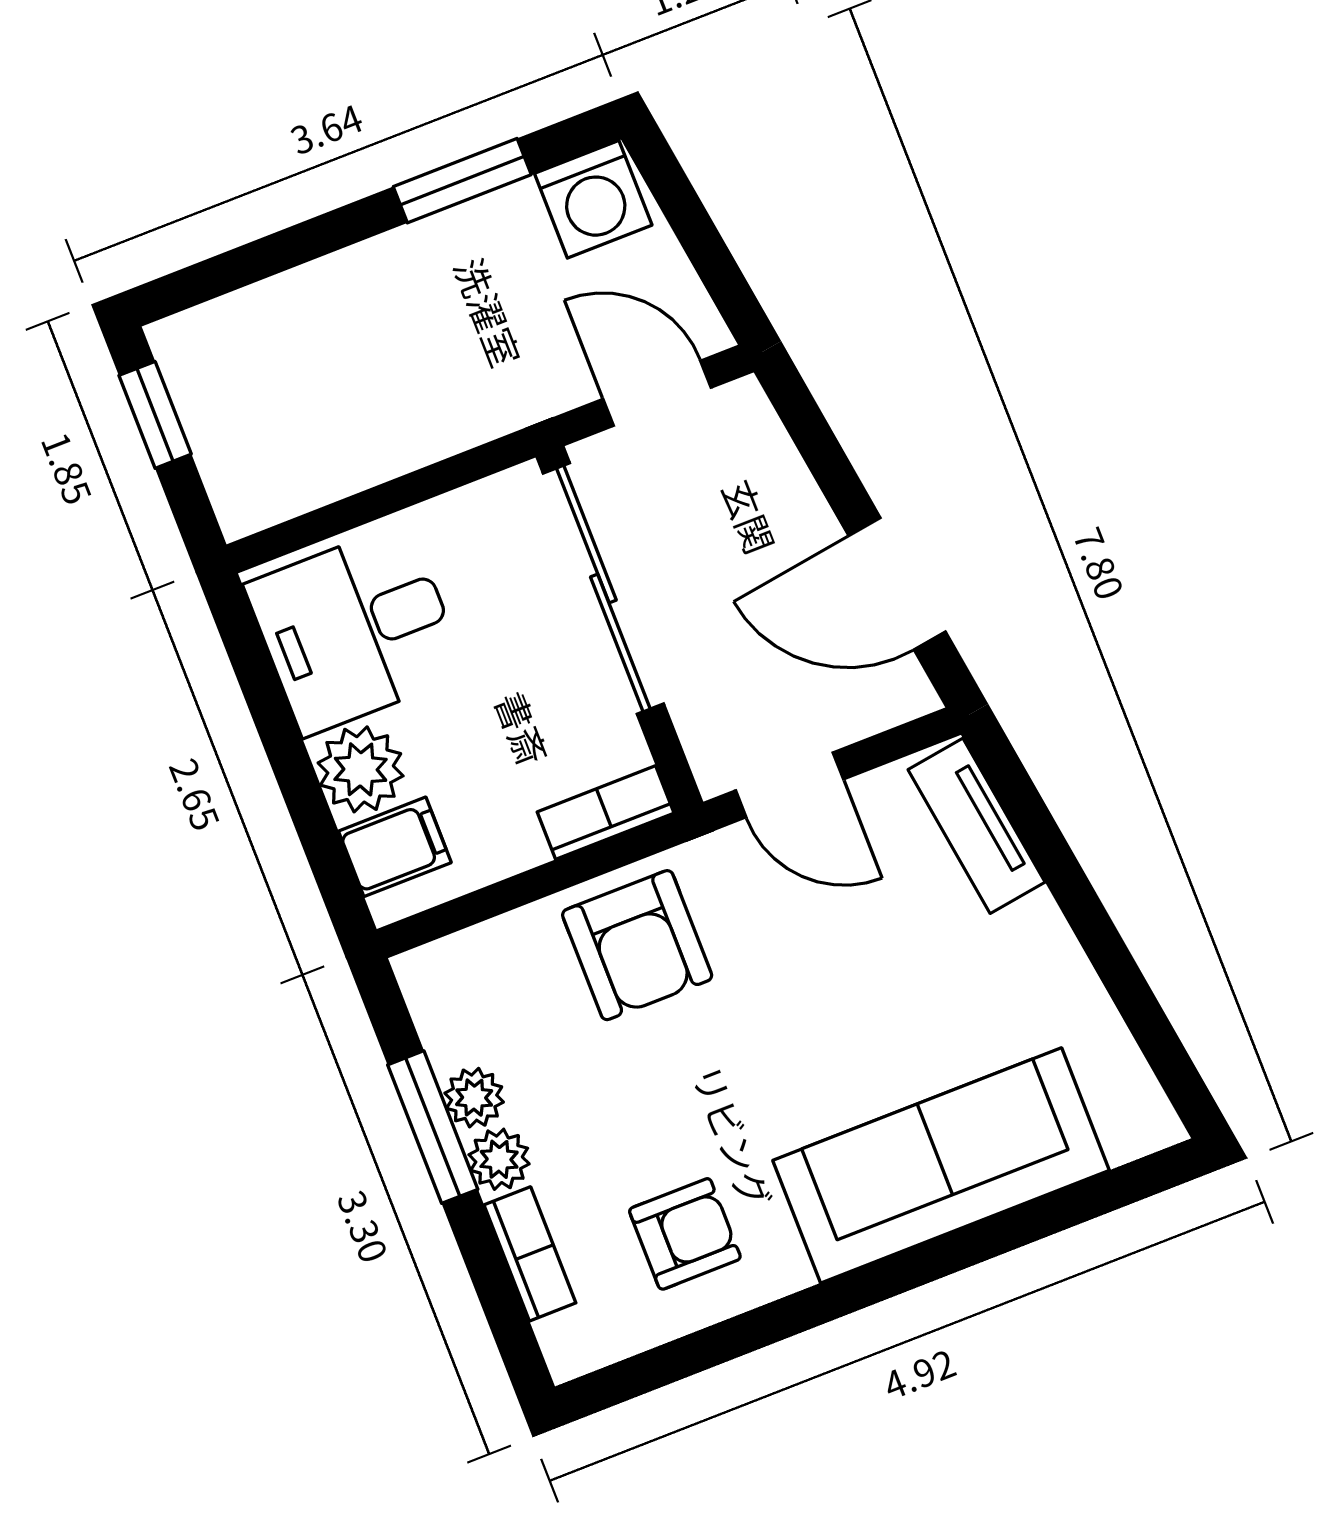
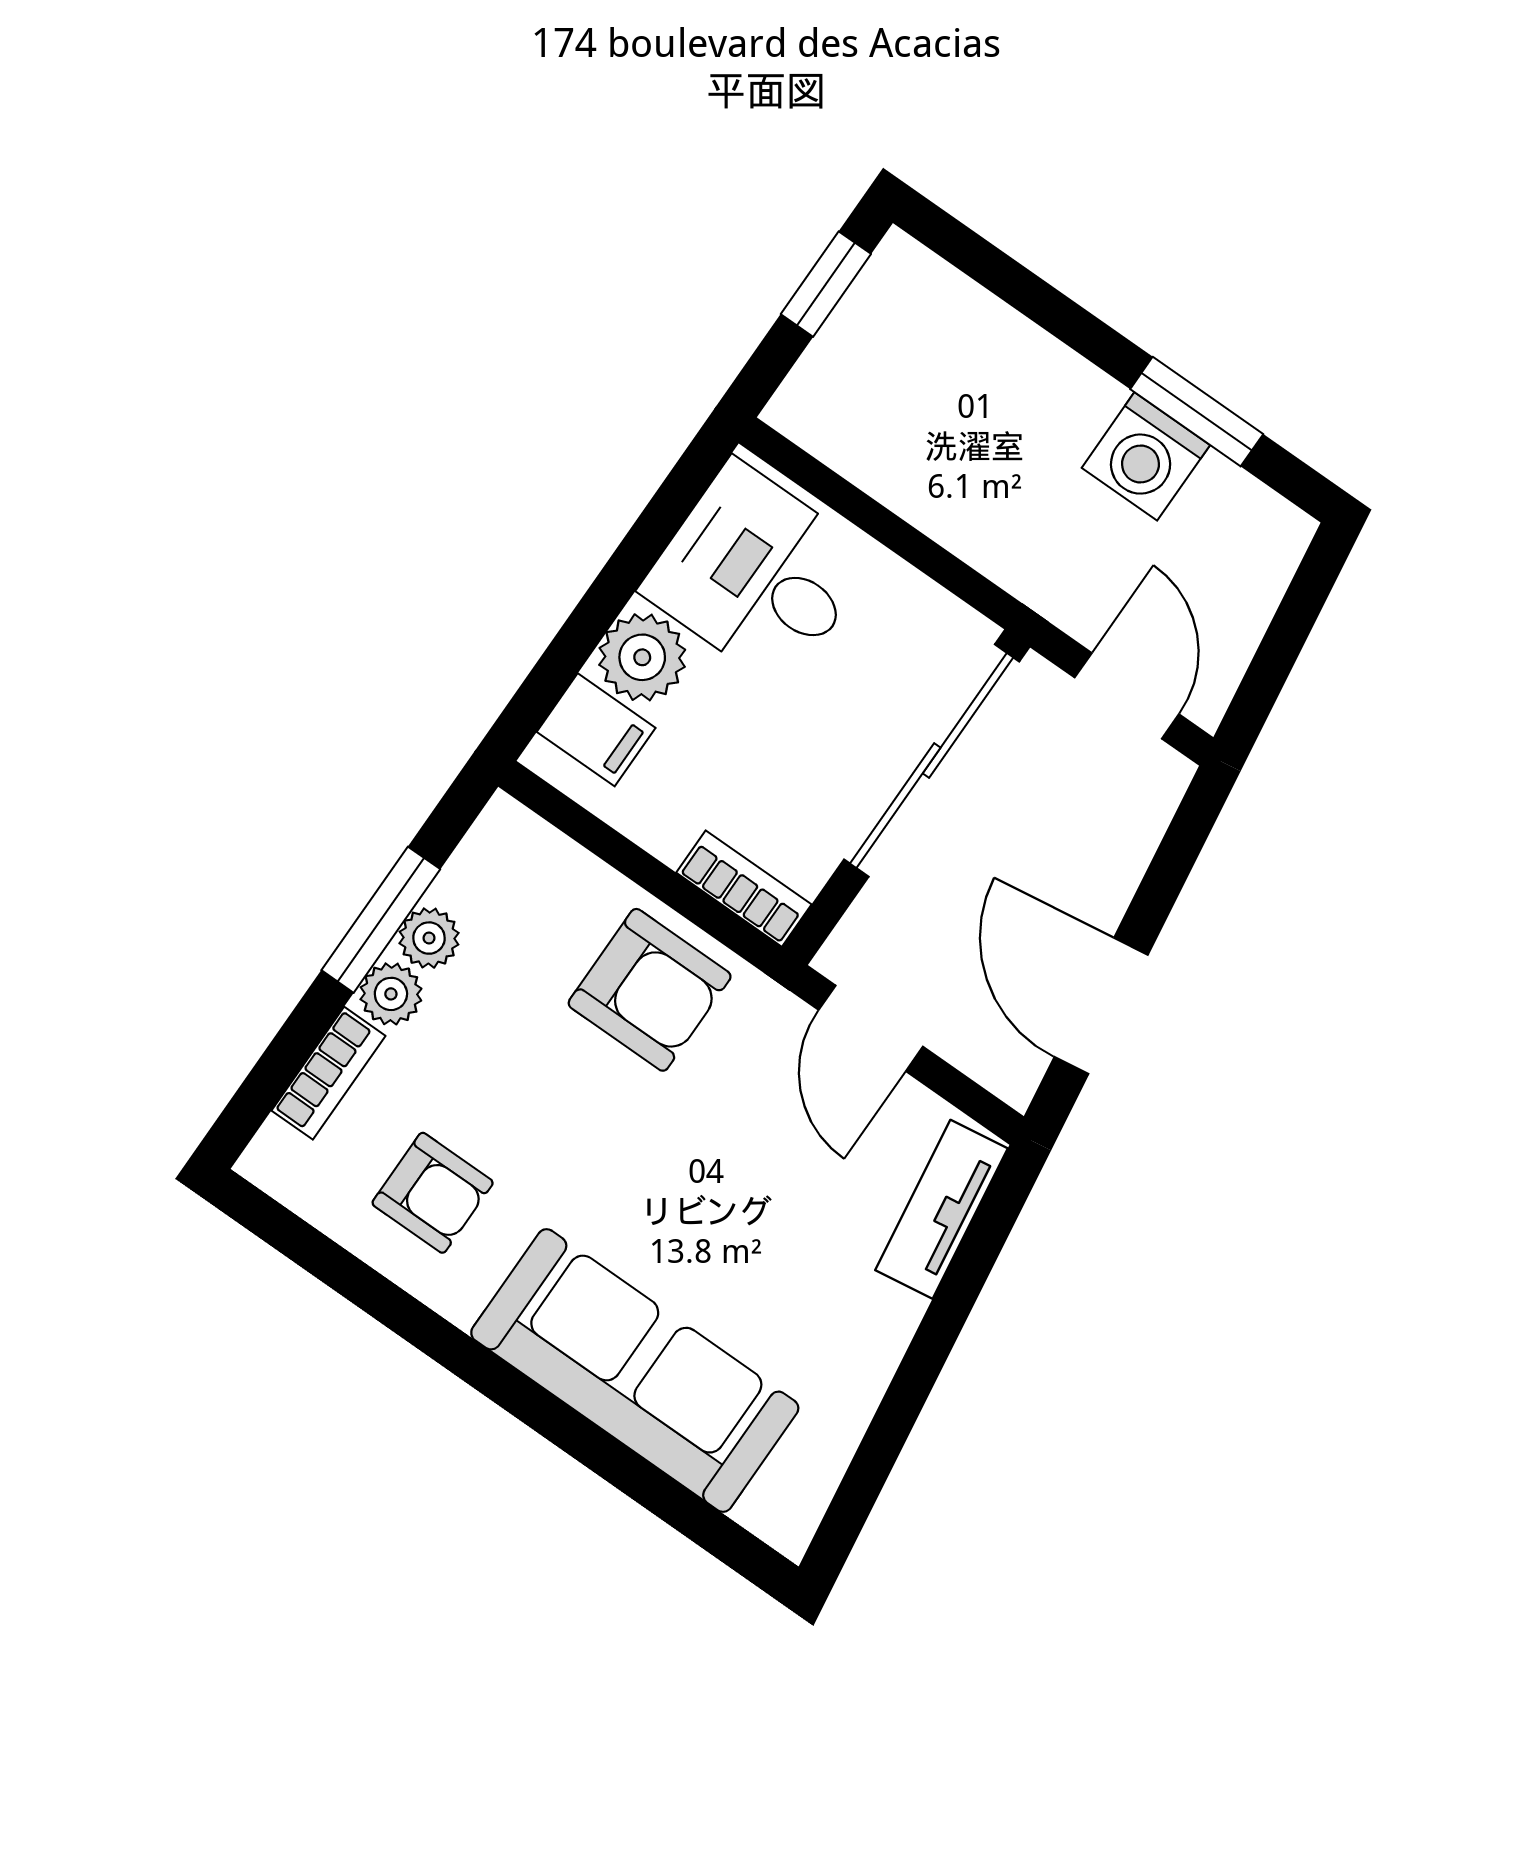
washing machine: (593, 199) -> (1146, 456), moved
armchair: (637, 945) -> (650, 990), turned -90

